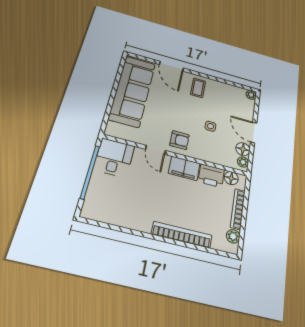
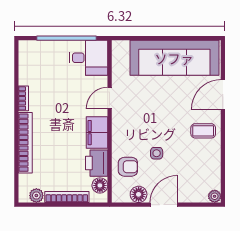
armchair: (180, 140) -> (128, 167), moved, turned -90
plant: (243, 162) -> (123, 196), removed
bookcase: (138, 226) -> (23, 98), added

